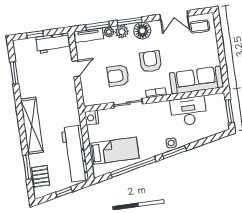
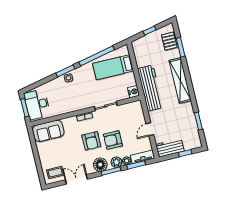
armchair: (118, 76) -> (113, 140), moved, turned 180
sofa: (196, 80) -> (48, 131), width x0.73
desk: (189, 111) -> (37, 104), moved, turned 90
workbench: (75, 154) -> (150, 88), moved

